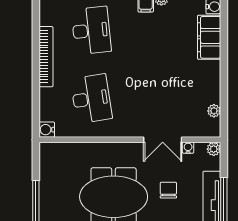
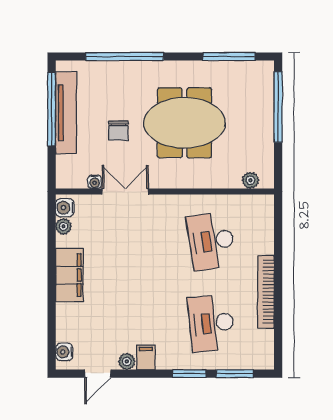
filing cabinet: (209, 37) -> (69, 275), moved
water cooler: (47, 130) -> (65, 208), moved, turned 180
plant: (214, 149) -> (250, 180), moved

